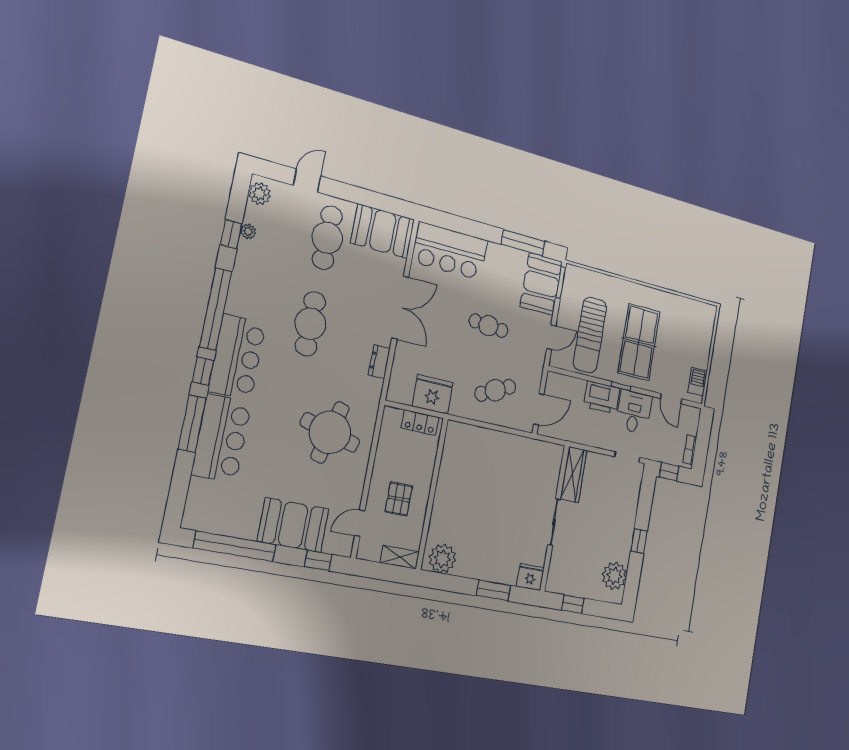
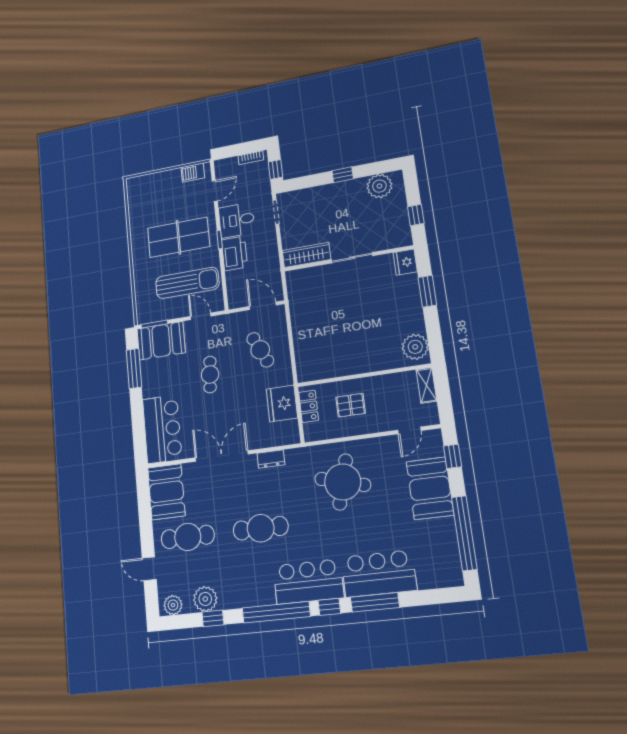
plant: (248, 231) -> (205, 599), width x1.88, depth x1.88
pallet: (399, 499) -> (351, 405), moved
door: (360, 523) -> (409, 430), hinge flipped

